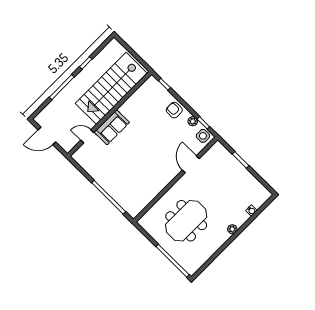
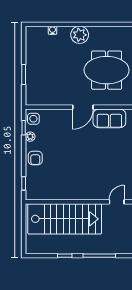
sofa: (112, 127) -> (109, 118), moved, turned 180
door: (87, 136) -> (117, 202), swing flipped
door: (191, 164) -> (83, 107), moved
plant: (232, 229) -> (80, 35), width x1.88, depth x1.88

